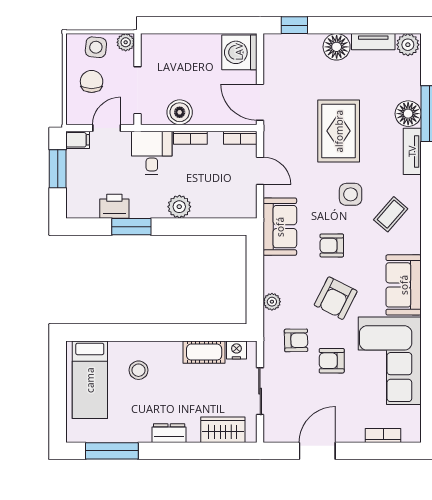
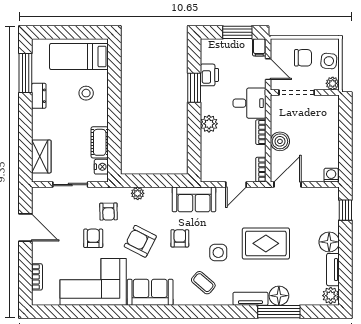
washing machine: (239, 52) -> (331, 175), width x0.53, depth x0.53
boiler: (180, 112) -> (280, 141), moved
dresser: (169, 433) -> (39, 96), moved

